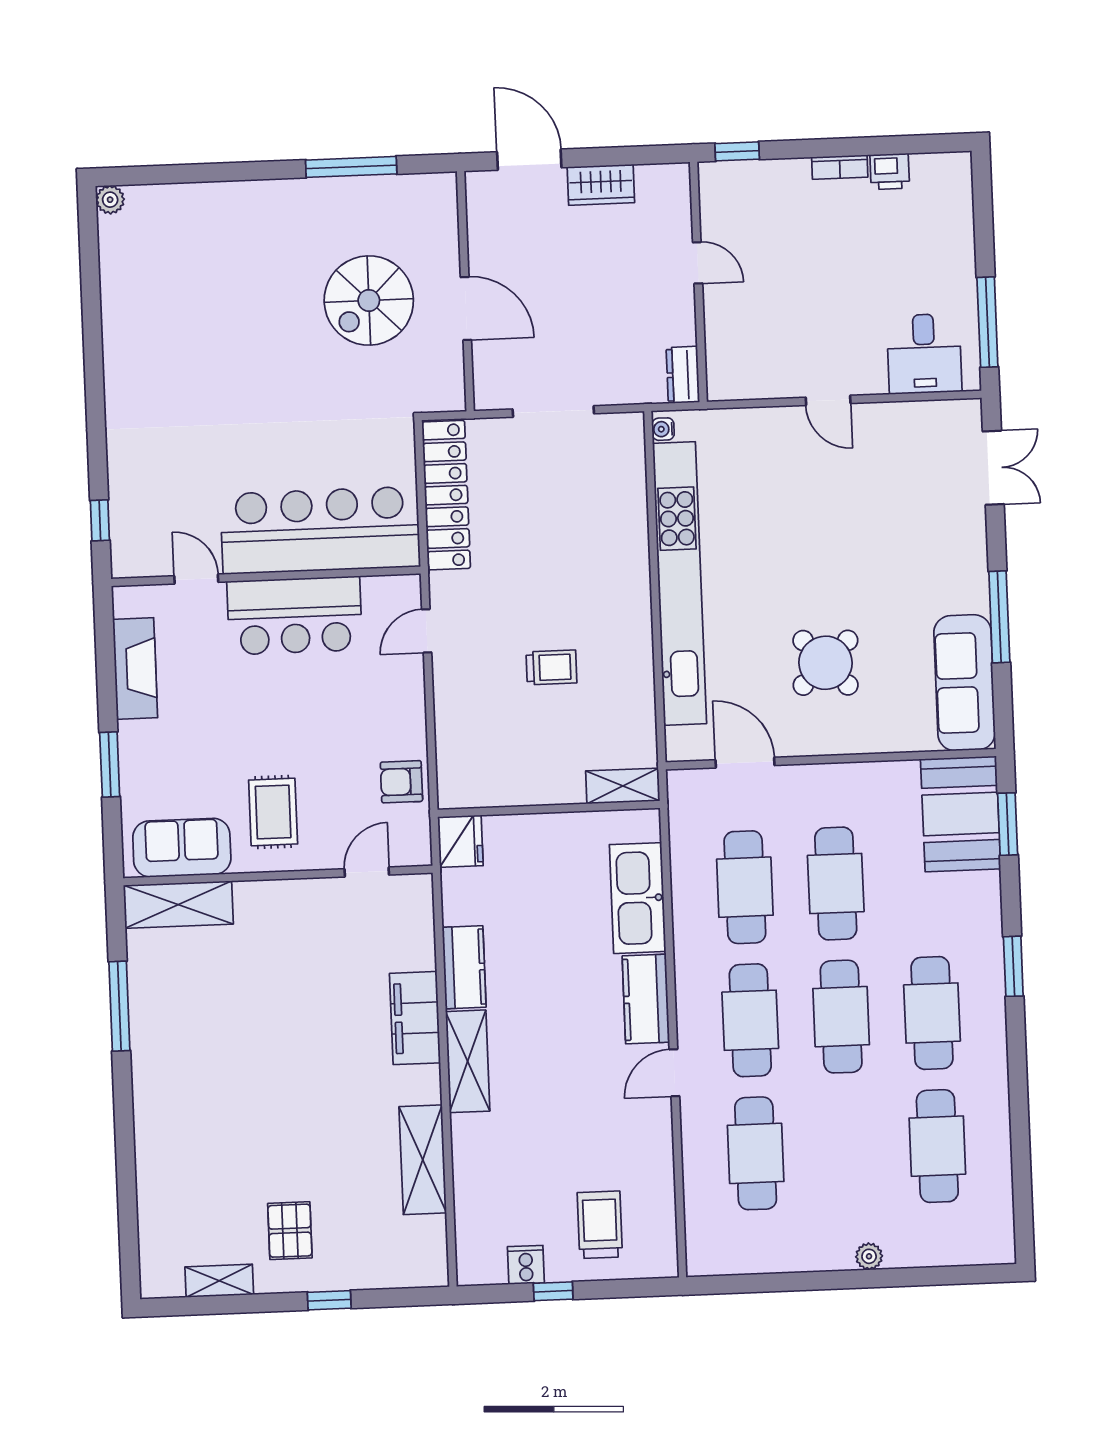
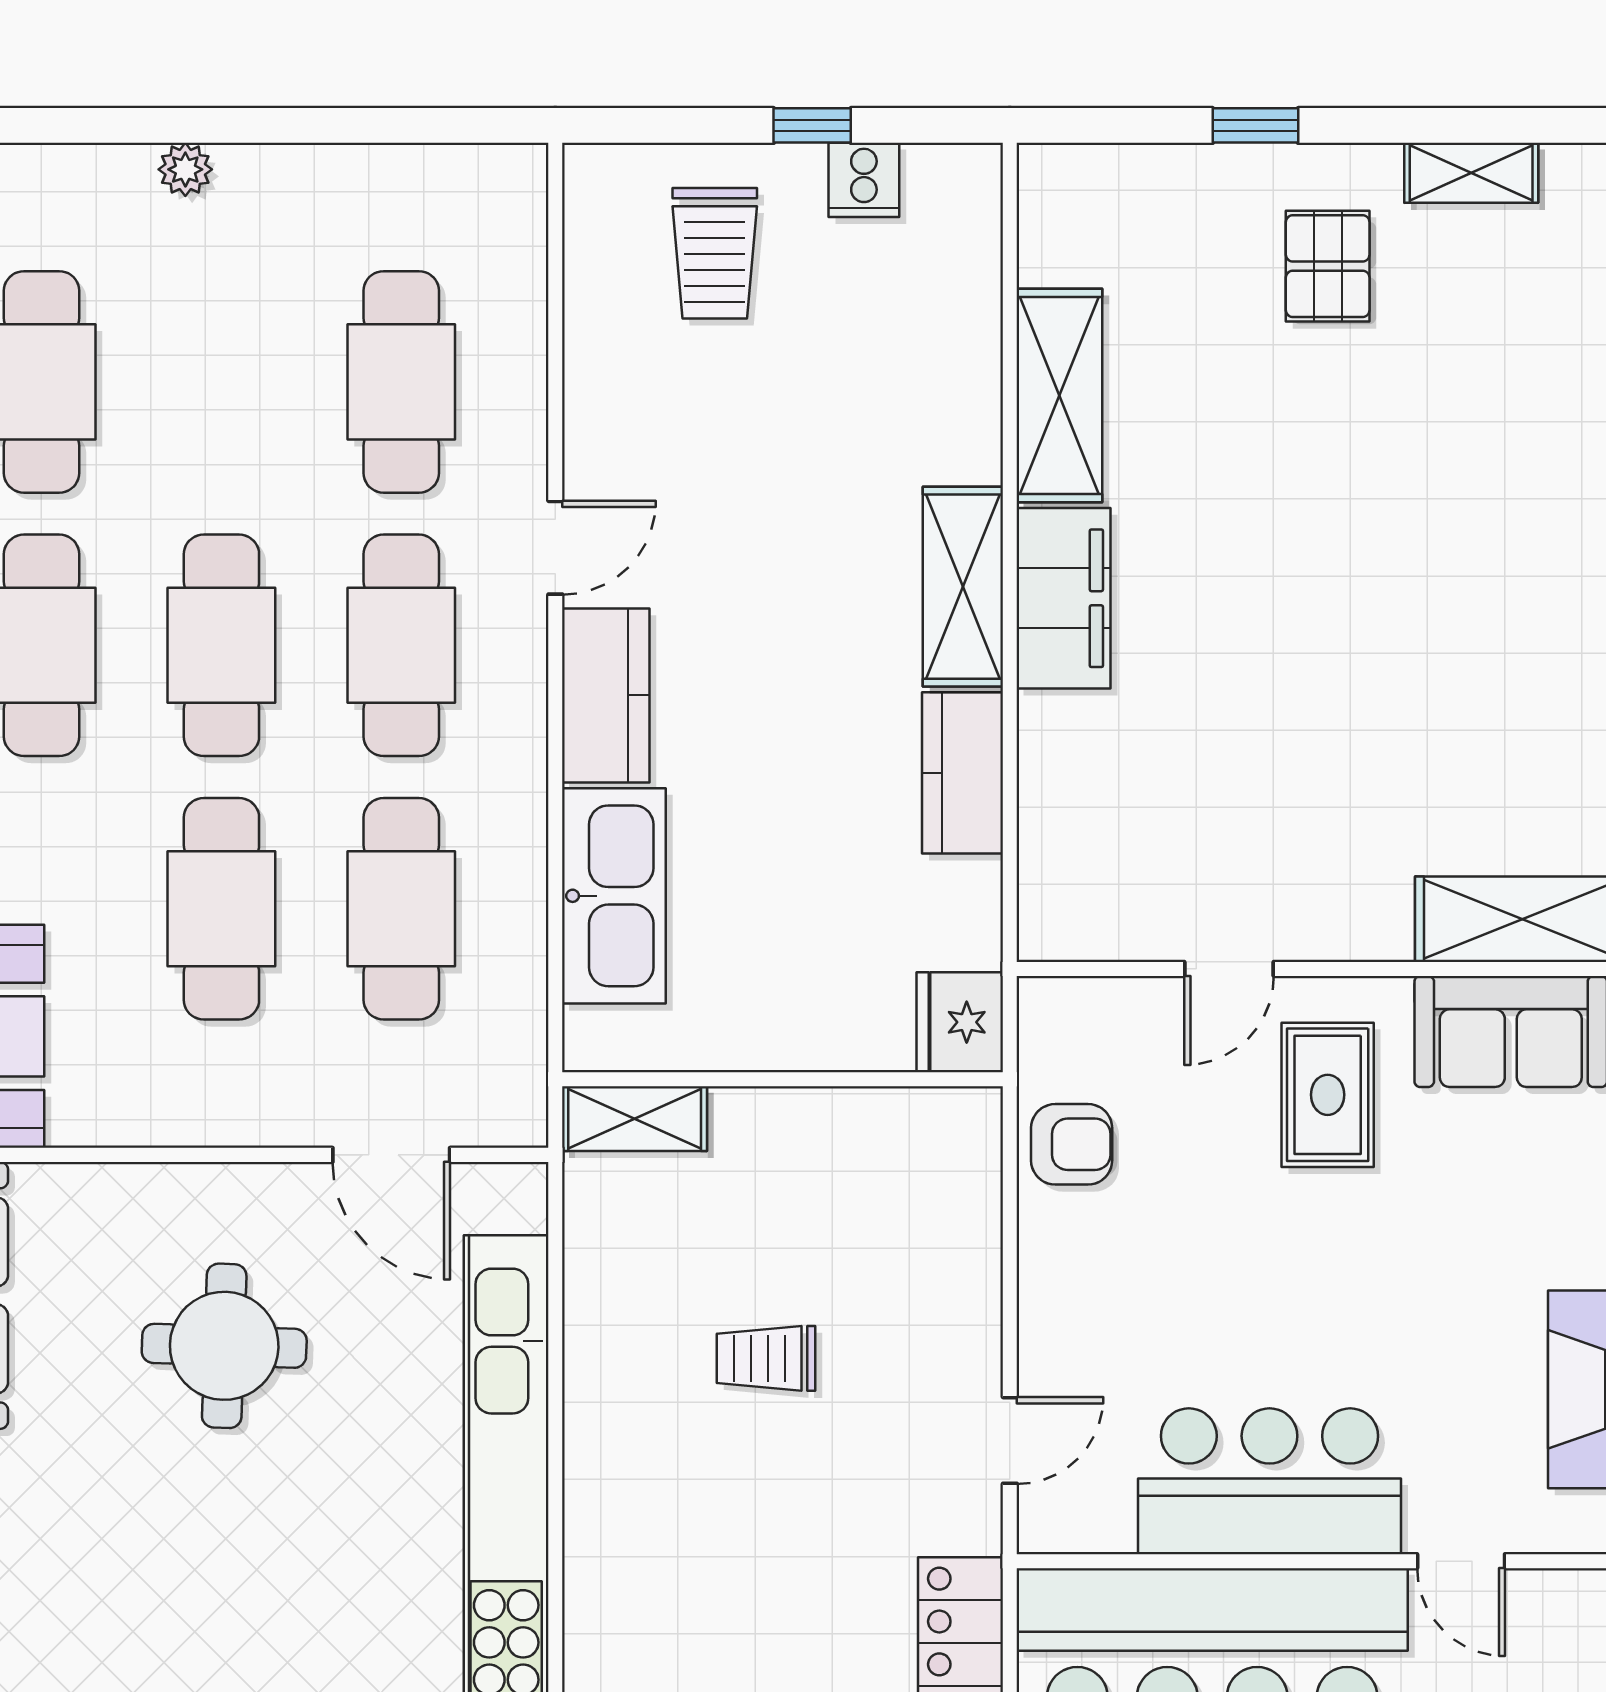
round table: (825, 663) -> (224, 1346), turned 45
door: (367, 872) -> (1229, 969), moved
filing cabinet: (415, 1018) -> (1064, 598), moved

